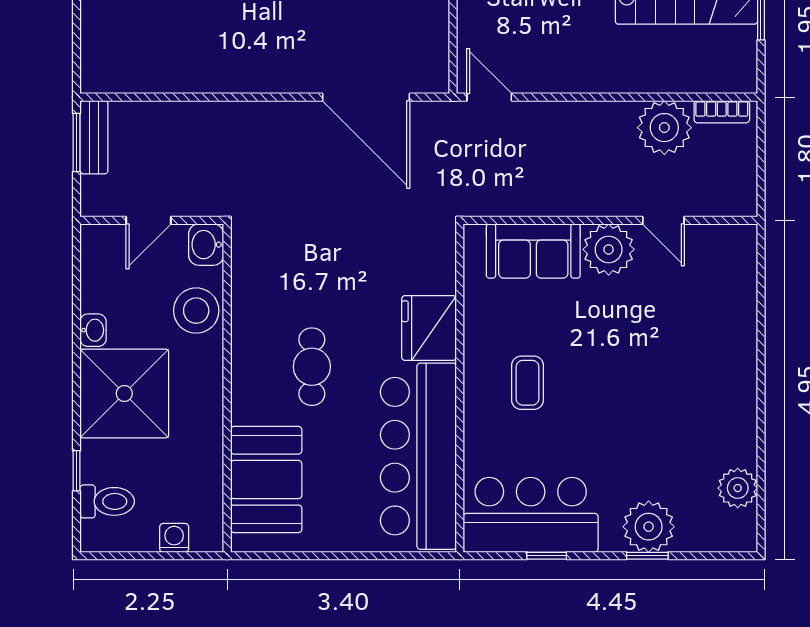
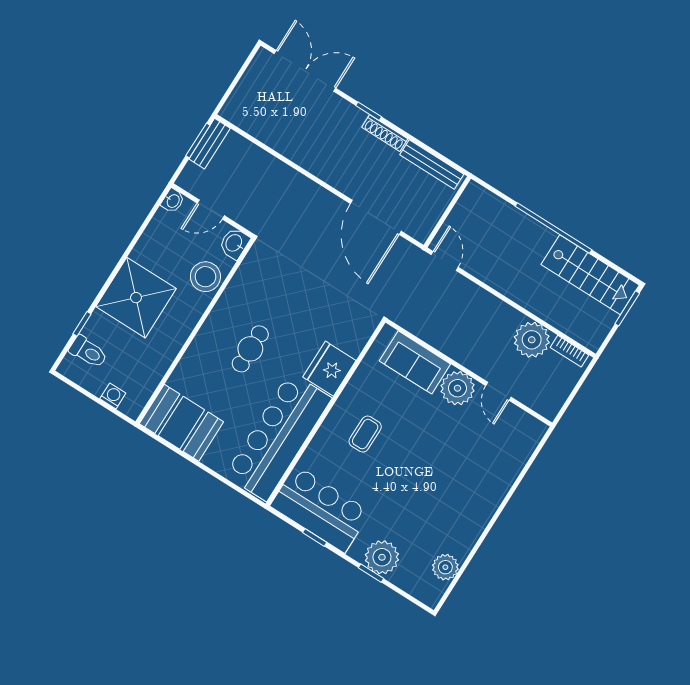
washbasin: (93, 330) -> (173, 201), moved
booth: (266, 480) -> (181, 423), moved, turned 90

